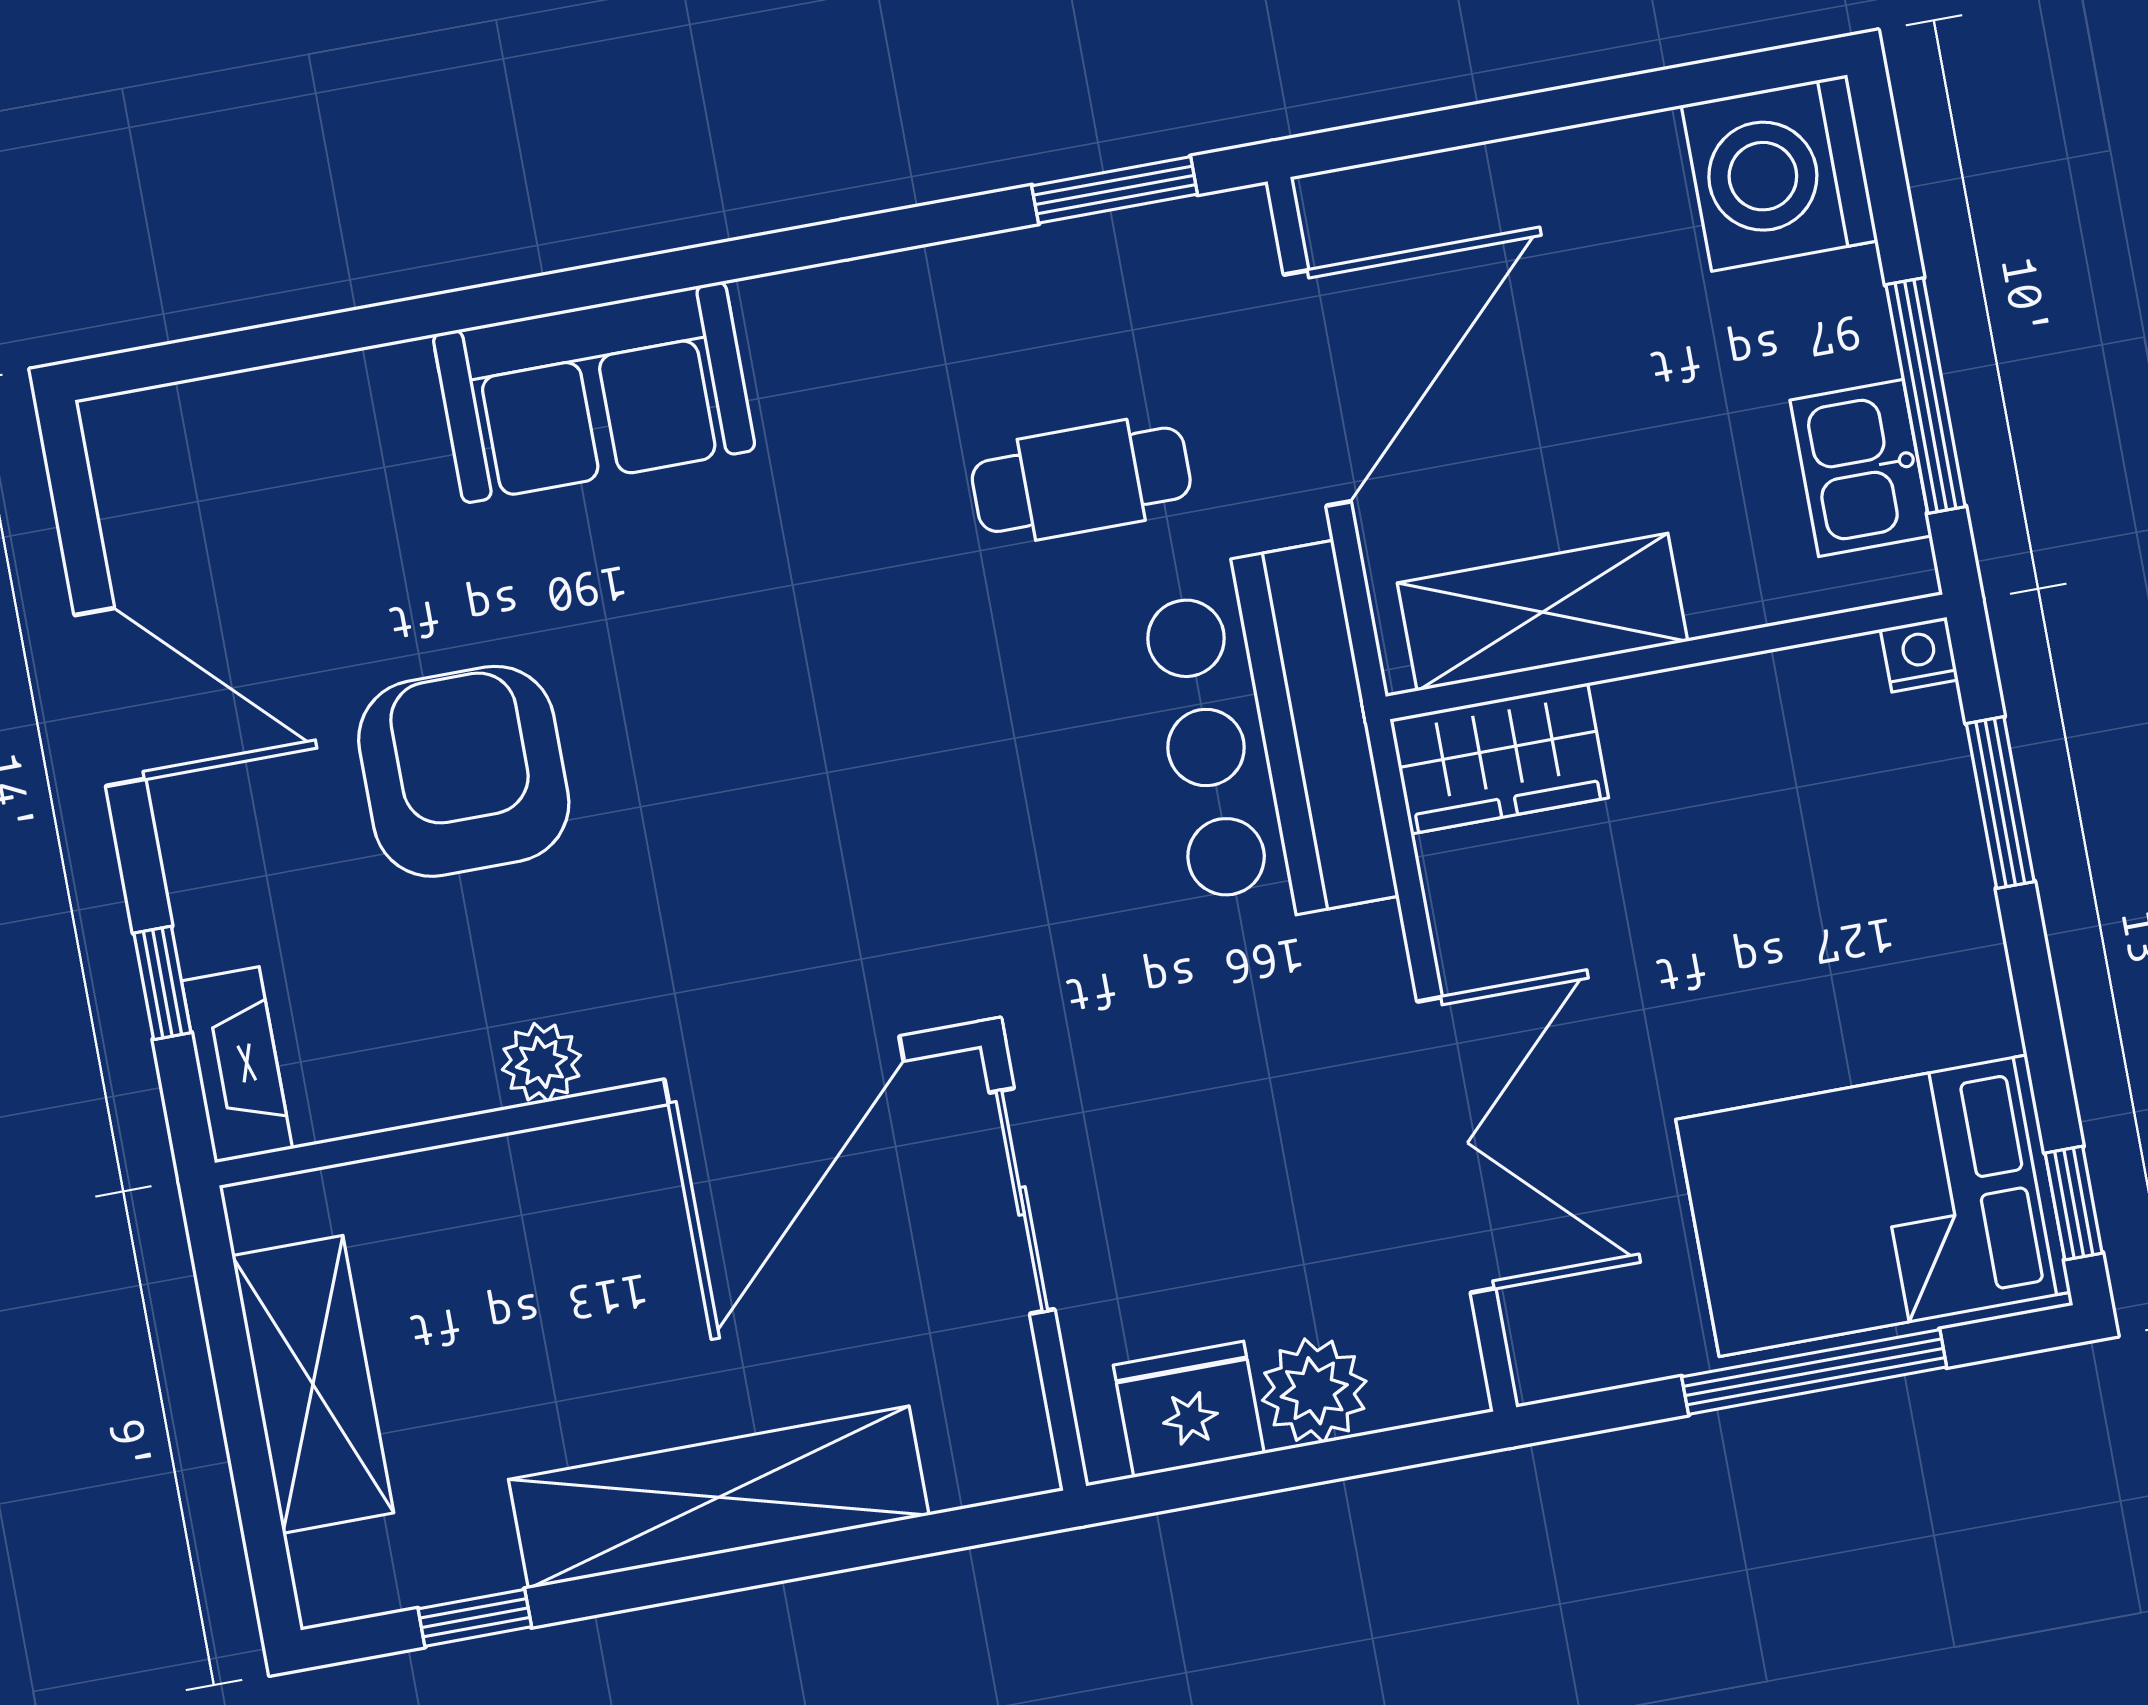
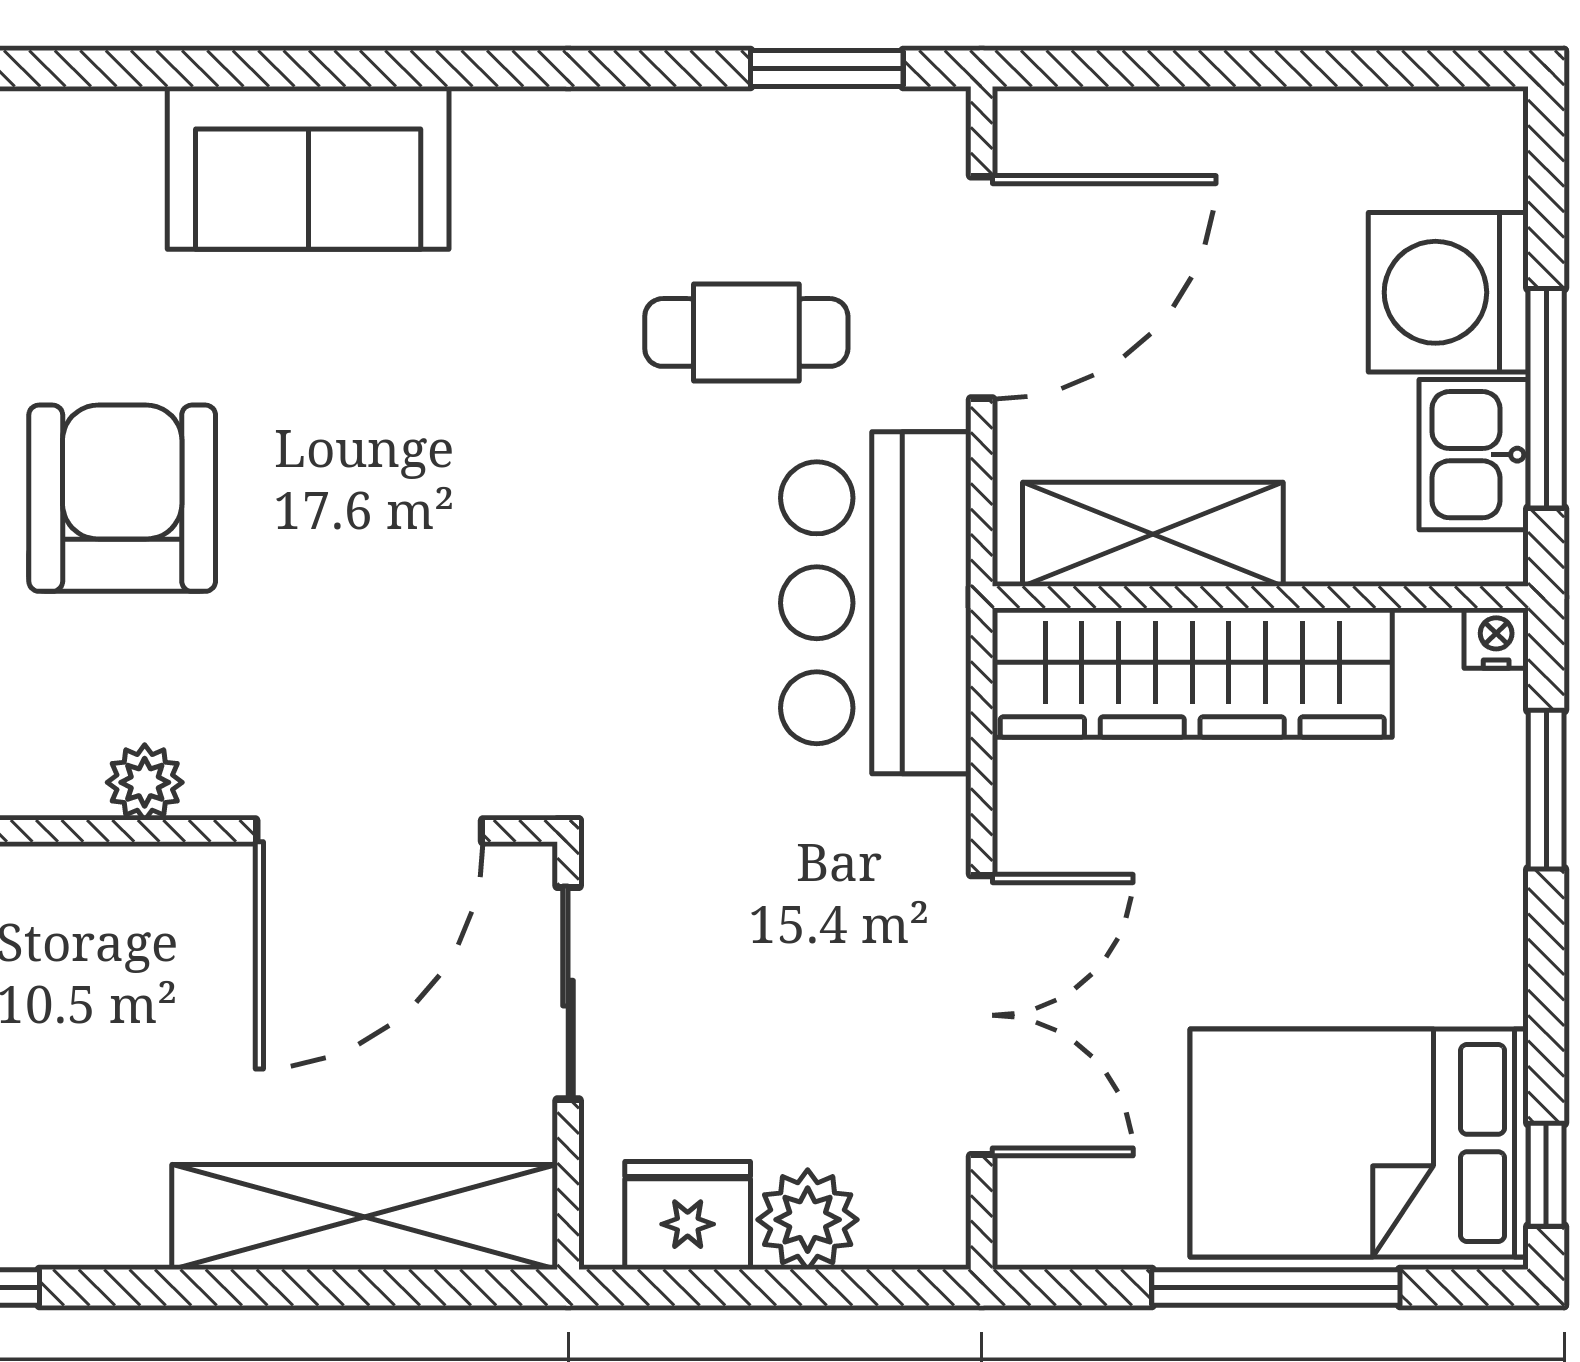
washing machine: (1780, 173) -> (1448, 292), moved
wardrobe: (1499, 759) -> (1192, 673), width x2.10, depth x1.17
shelving: (719, 1497) -> (365, 1217), moved

